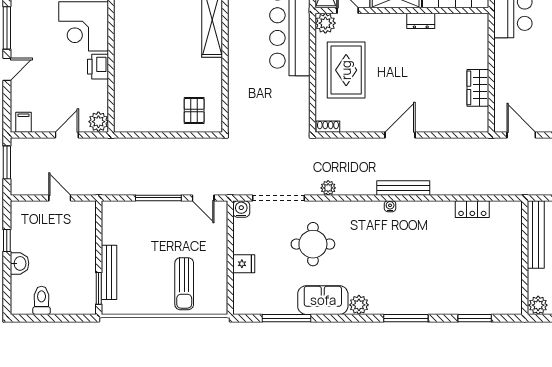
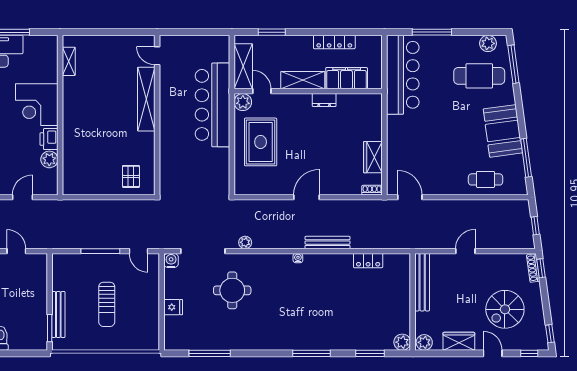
plant: (98, 122) -> (49, 159), moved
shoe rack: (328, 127) -> (372, 190), moved
bench: (403, 188) -> (328, 243), moved
sun lounger: (184, 284) -> (107, 304), moved
sofa: (323, 300) -> (241, 338), removed
plant: (359, 305) -> (402, 342), moved

